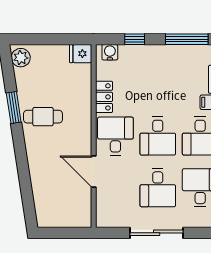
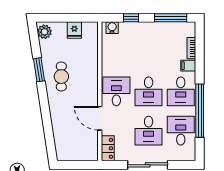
fridge: (81, 54) -> (74, 30), moved, turned -90
locker: (104, 97) -> (108, 148), moved
cafe table: (43, 117) -> (61, 77), turned 90

